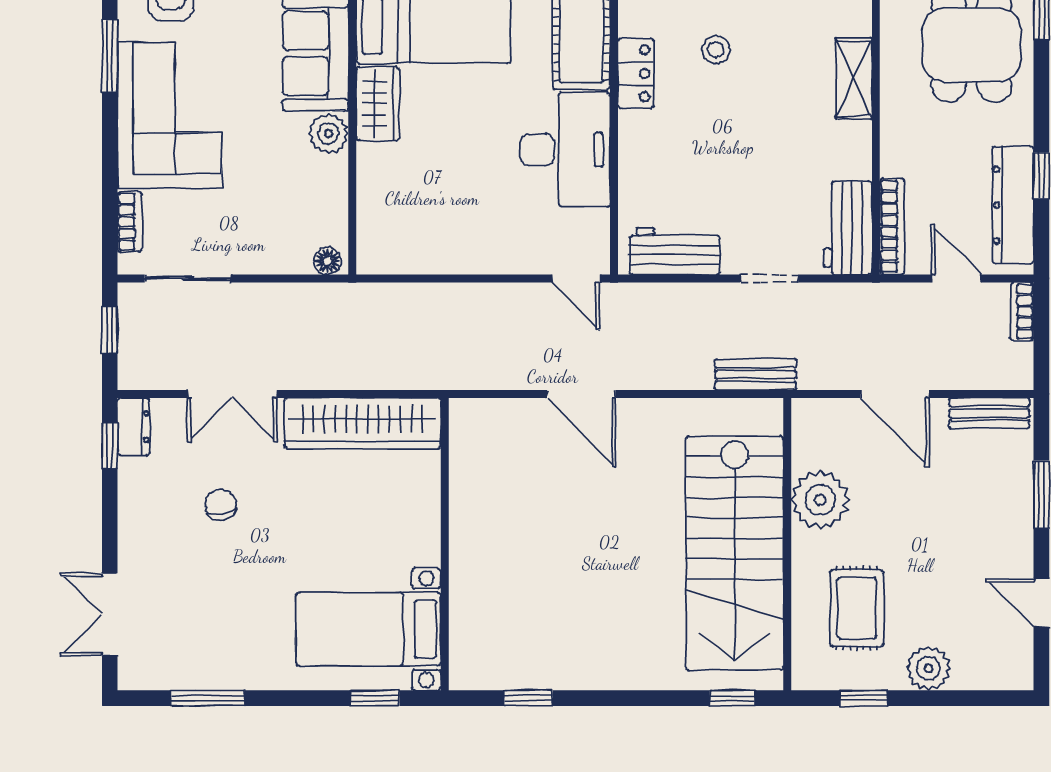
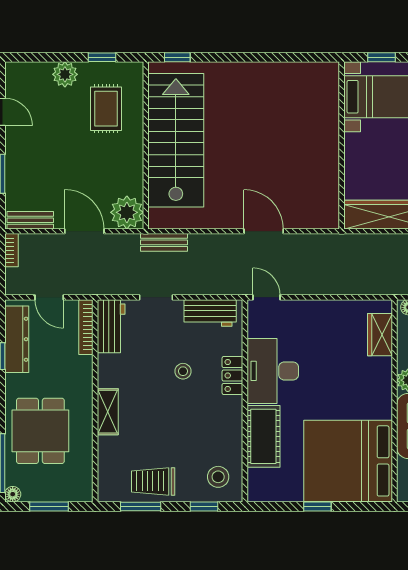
stool: (716, 50) -> (183, 371), moved
locker: (636, 73) -> (232, 375), moved
wardrobe: (378, 104) -> (380, 335), moved
bookcase: (1022, 311) -> (11, 250), moved
plant: (820, 500) -> (127, 212), moved
window: (528, 698) -> (294, 57), removed

